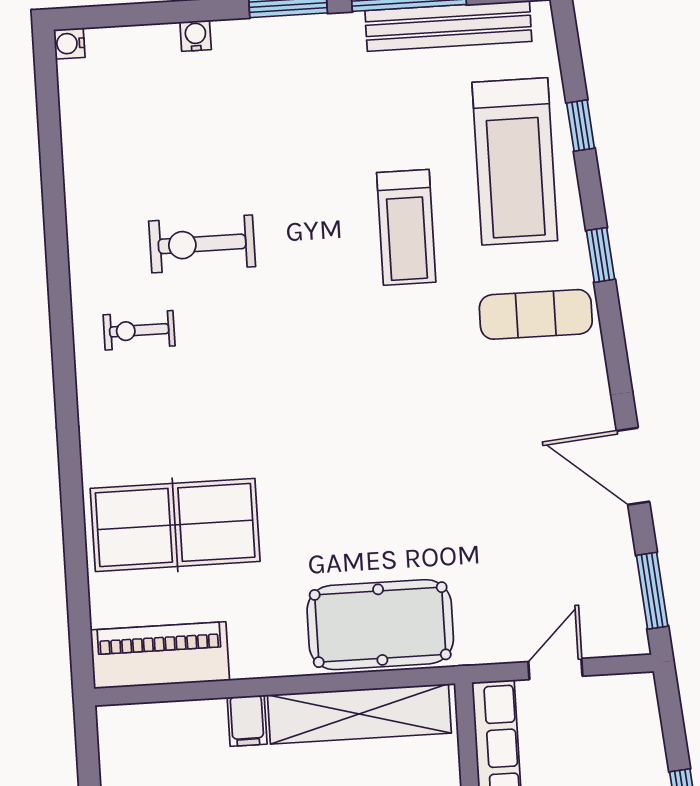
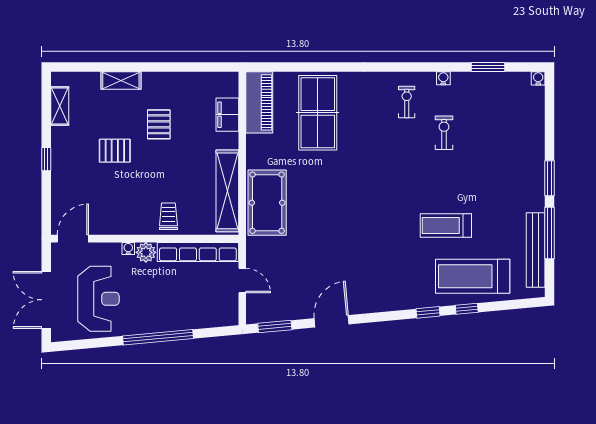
water cooler: (196, 36) -> (443, 78), moved, turned -90
window: (581, 126) -> (467, 309), moved
window: (51, 156) -> (488, 67), added
exercise bike: (202, 244) -> (444, 133), width x0.73, depth x0.72
exercise mat: (536, 314) -> (403, 282), removed
filing cabinet: (247, 721) -> (227, 115), moved, width x2.00

